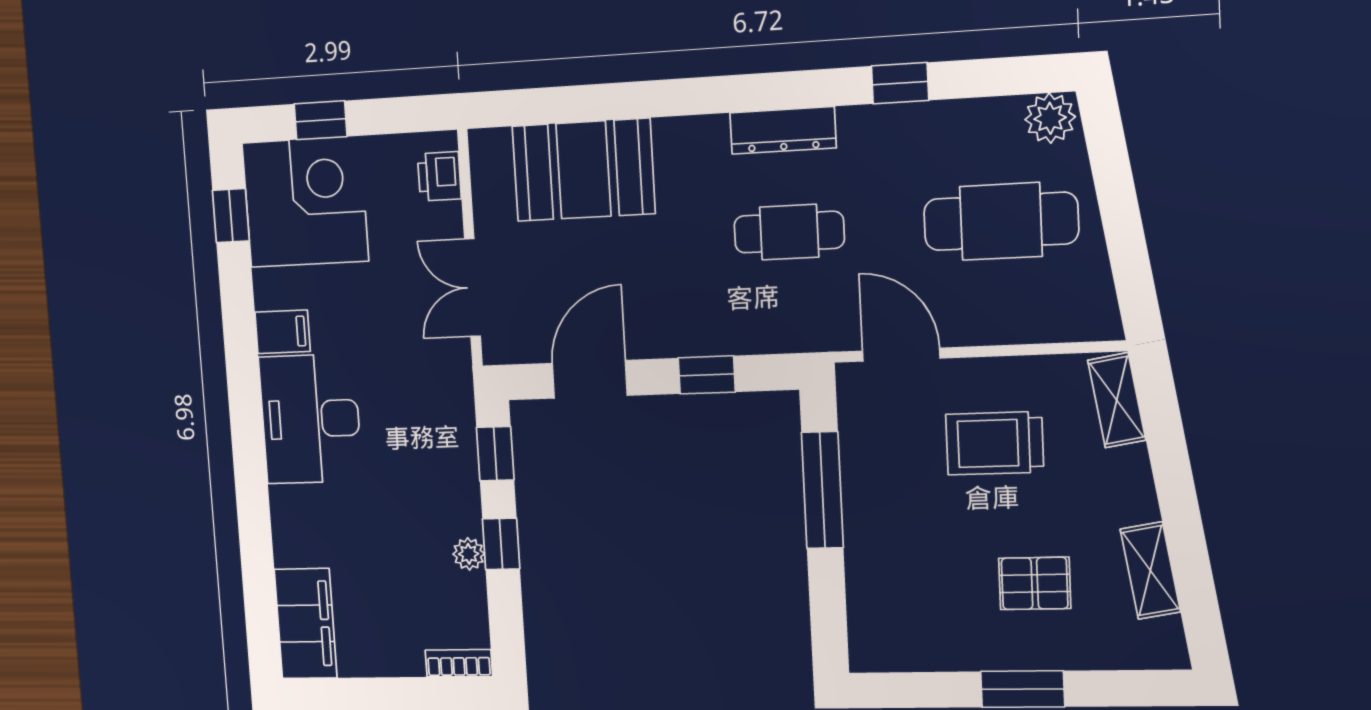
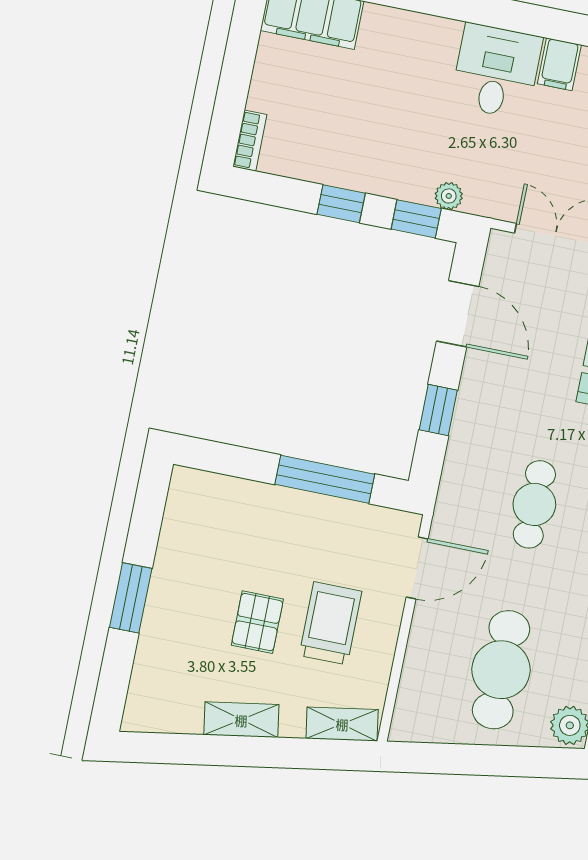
desk: (310, 419) -> (496, 71), width x0.73
plant: (469, 554) -> (449, 196), moved
shelving: (1150, 571) -> (241, 720), moved
pallet: (1035, 583) -> (257, 622), moved

